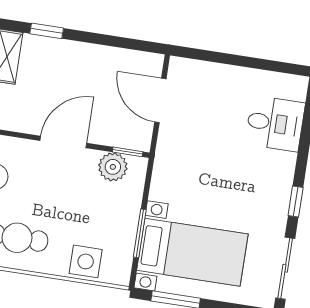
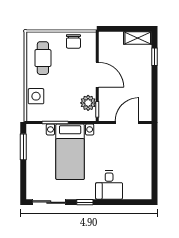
desk: (275, 123) -> (109, 185), moved
bed with nightstands: (192, 252) -> (70, 152), moved

